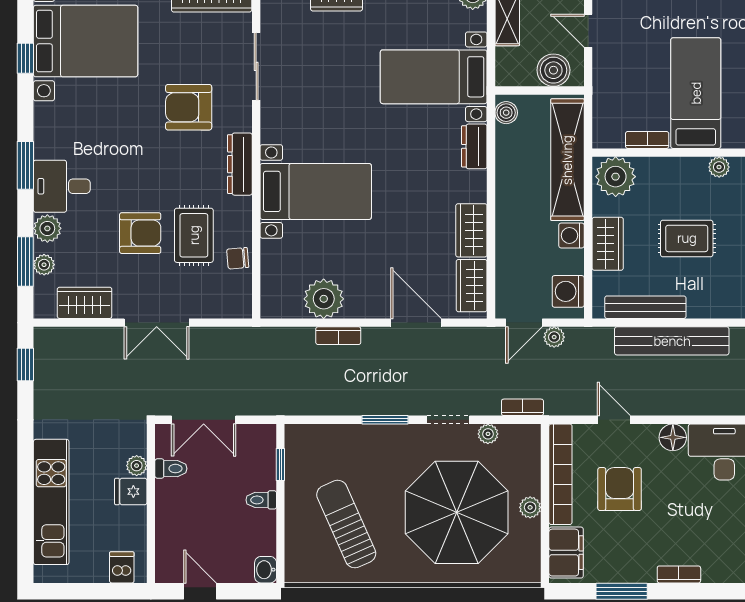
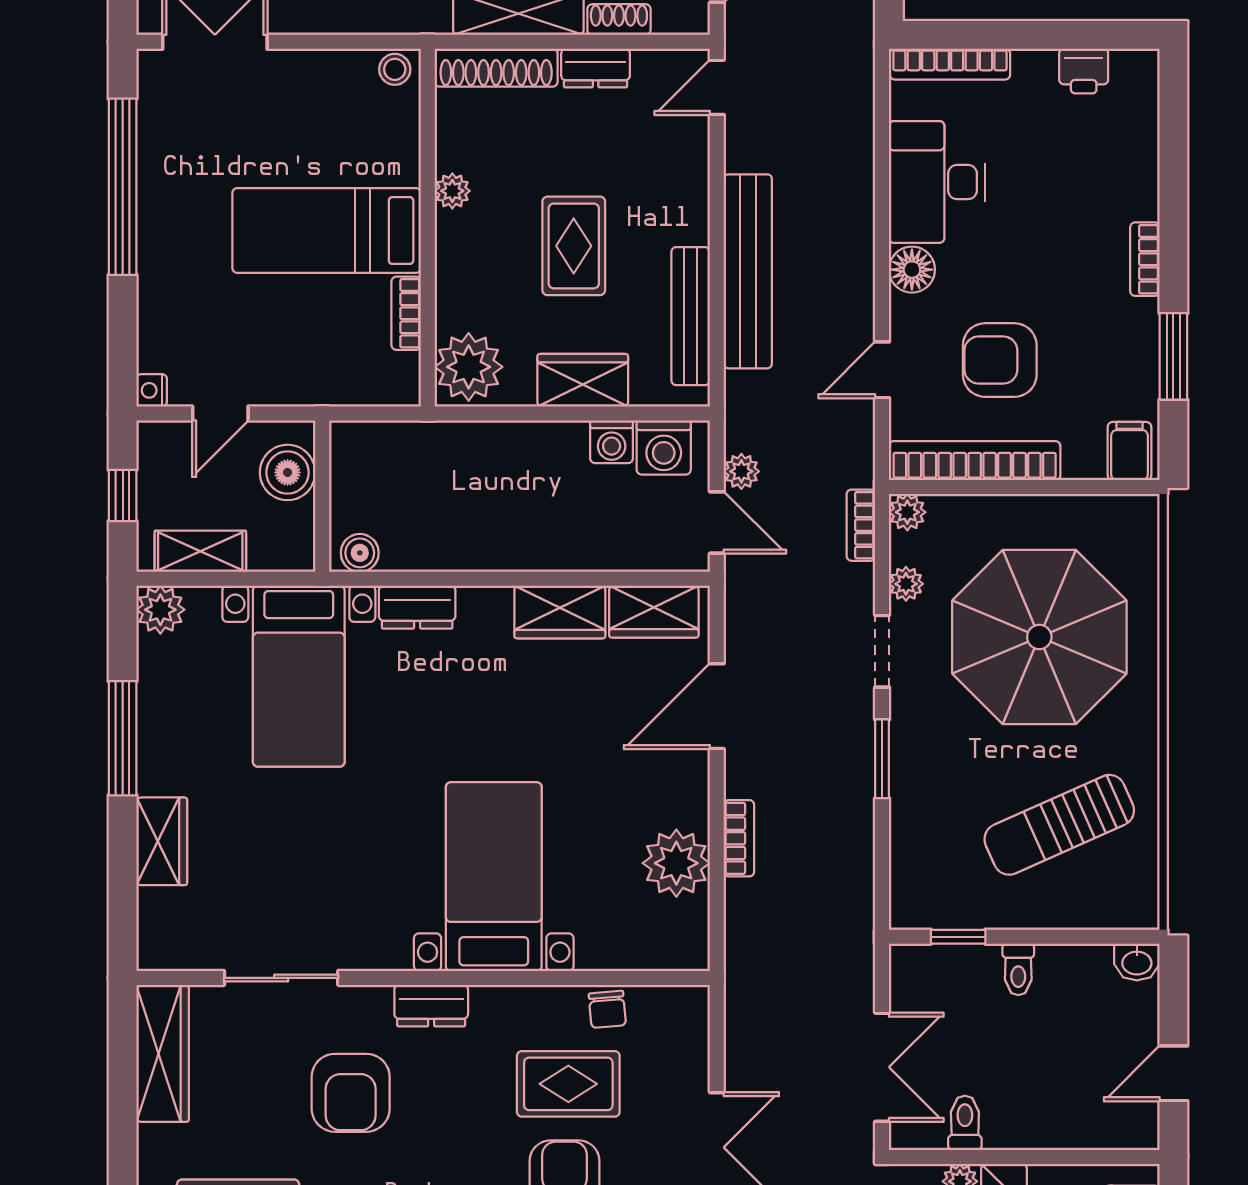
shelving: (567, 160) -> (440, 449), removed
dresser: (240, 164) -> (431, 1006), width x0.70
washing machine: (571, 235) -> (612, 442), moved
plant: (530, 507) -> (907, 512), moved
filing cabinet: (566, 553) -> (1130, 451), width x0.50

